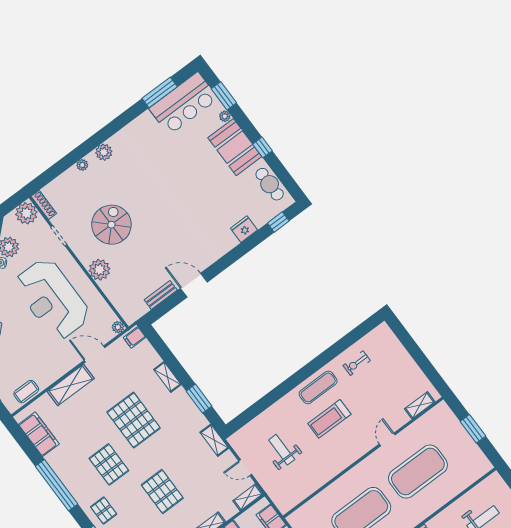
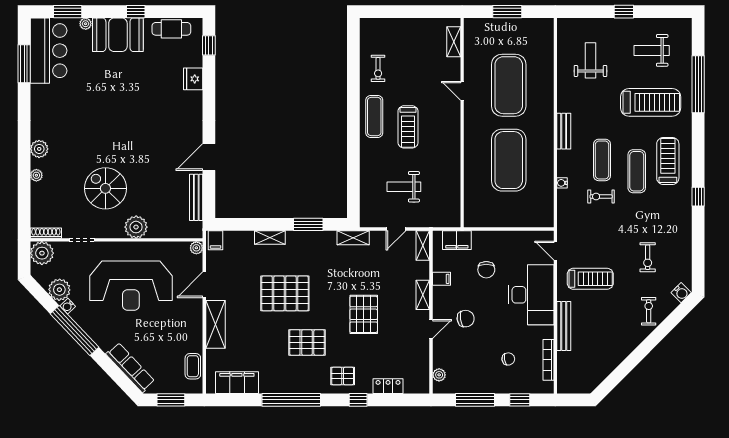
bench: (161, 295) -> (196, 197), width x1.36
pallet: (162, 491) -> (364, 314), turned 90

